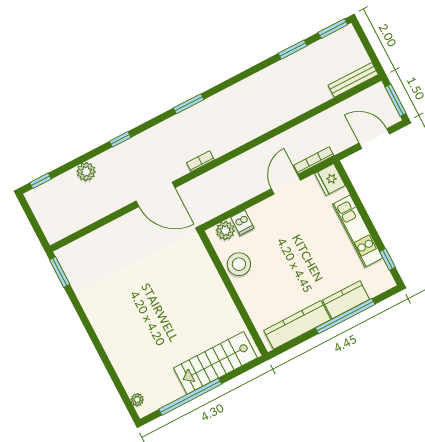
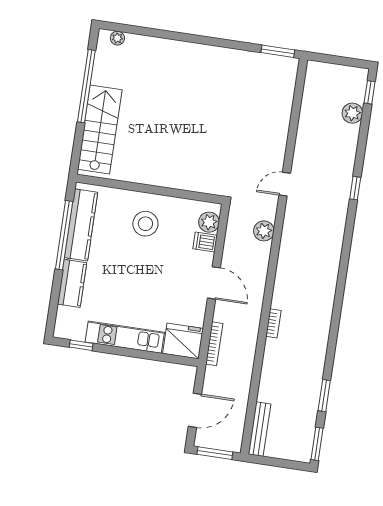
window: (189, 104) -> (343, 270), removed
bookcase: (200, 161) -> (273, 323), moved
plant: (86, 172) -> (352, 113), moved
fridge: (330, 180) -> (183, 341), width x1.36, depth x1.34
plant: (202, 185) -> (264, 231), added
door: (286, 185) -> (214, 283), moved
door: (156, 194) -> (285, 184), width x0.53
stool: (239, 264) -> (145, 224), moved
window: (345, 316) -> (64, 235), moved

